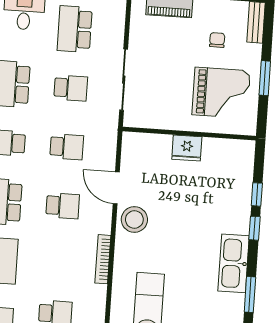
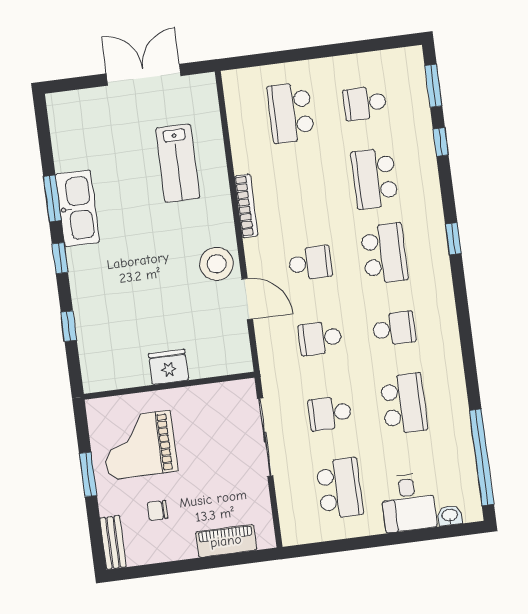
chair: (217, 40) -> (157, 510), turned 90
school desk: (63, 206) -> (310, 263), turned 180
window: (254, 228) -> (60, 258), moved
kitchen sink: (234, 263) -> (77, 208), moved

